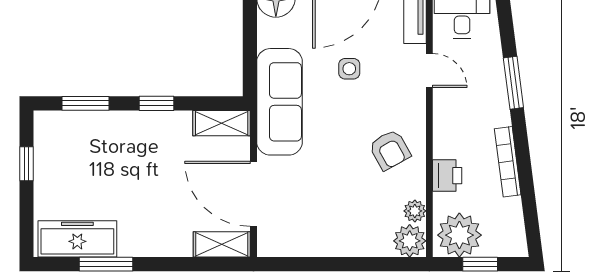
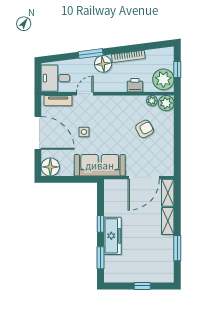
floor lamp: (492, 109) -> (103, 64), added
shelving: (222, 123) -> (168, 221), moved
armchair: (390, 150) -> (145, 129), moved
window: (27, 164) -> (142, 286), moved
freezer: (77, 239) -> (112, 236), moved, turned 180

